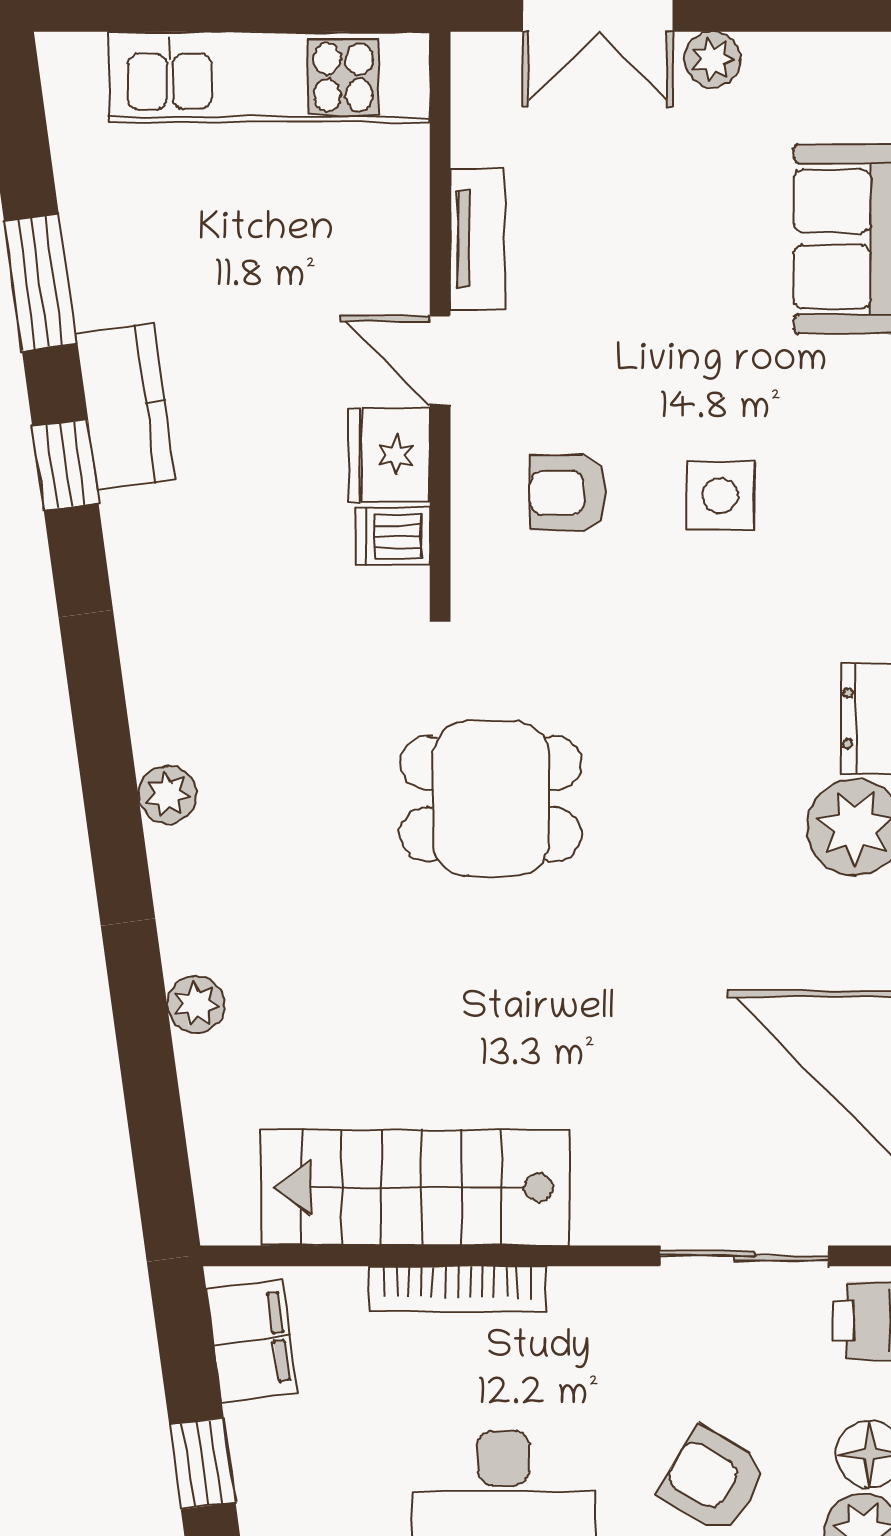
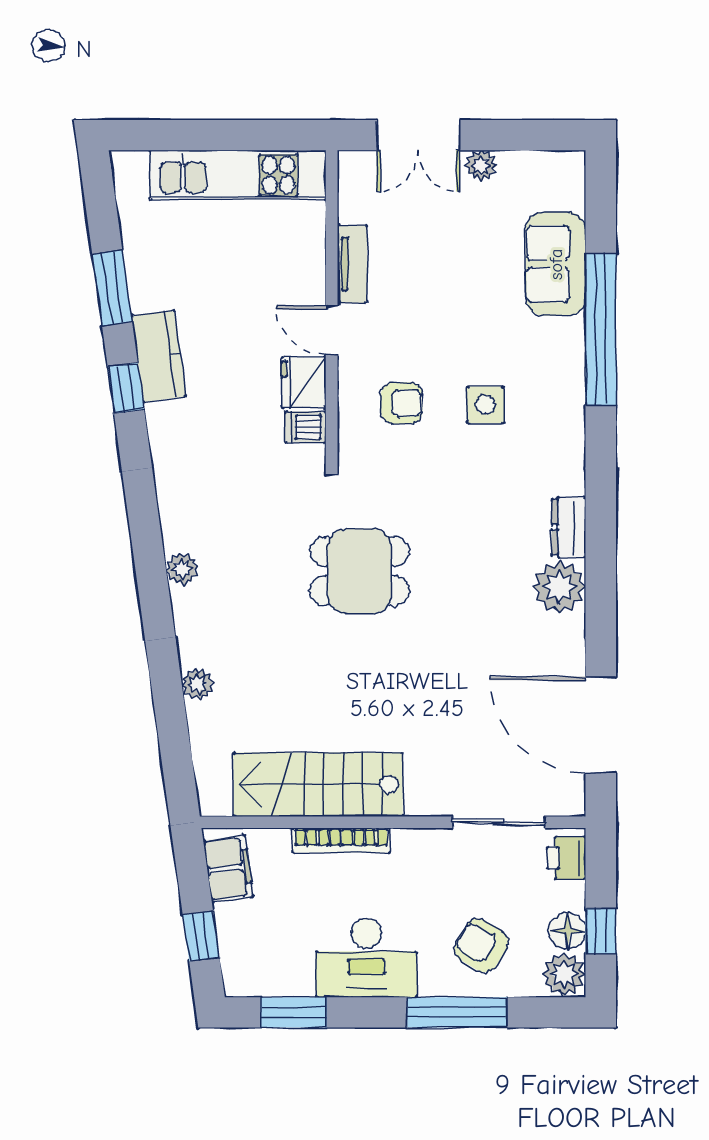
armchair: (568, 493) -> (402, 403), turned 180

